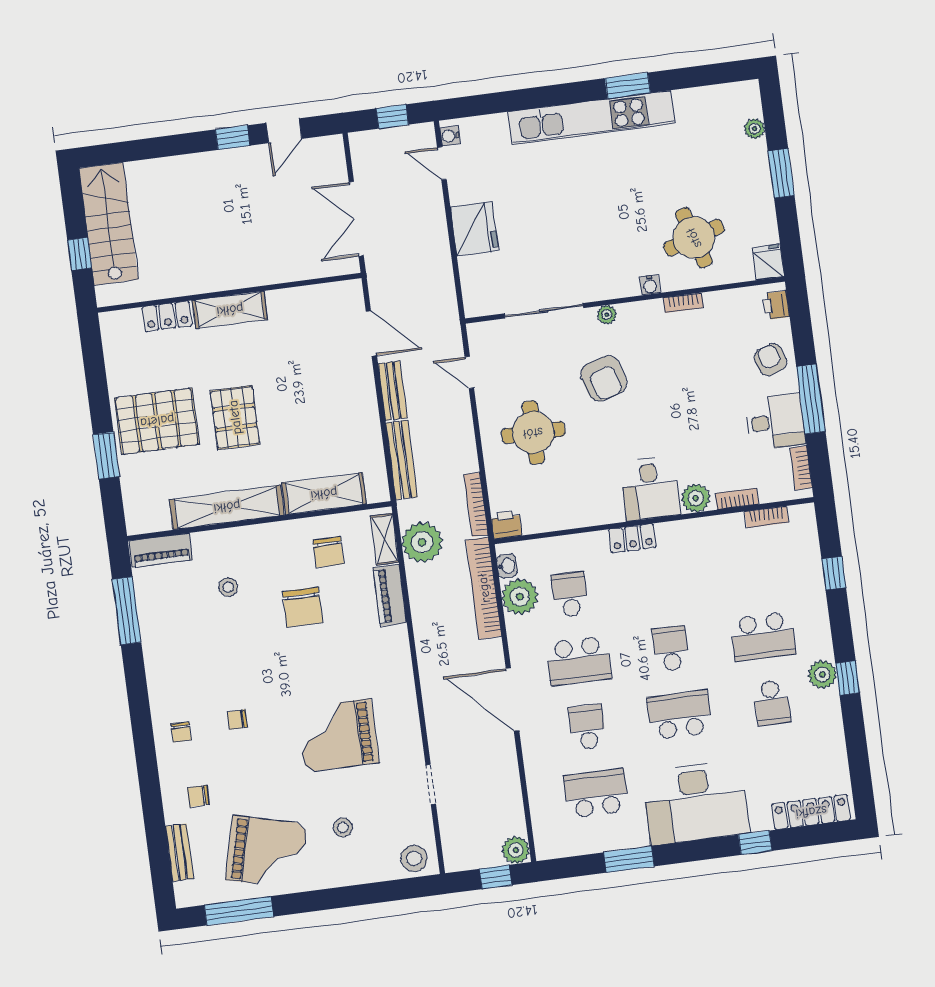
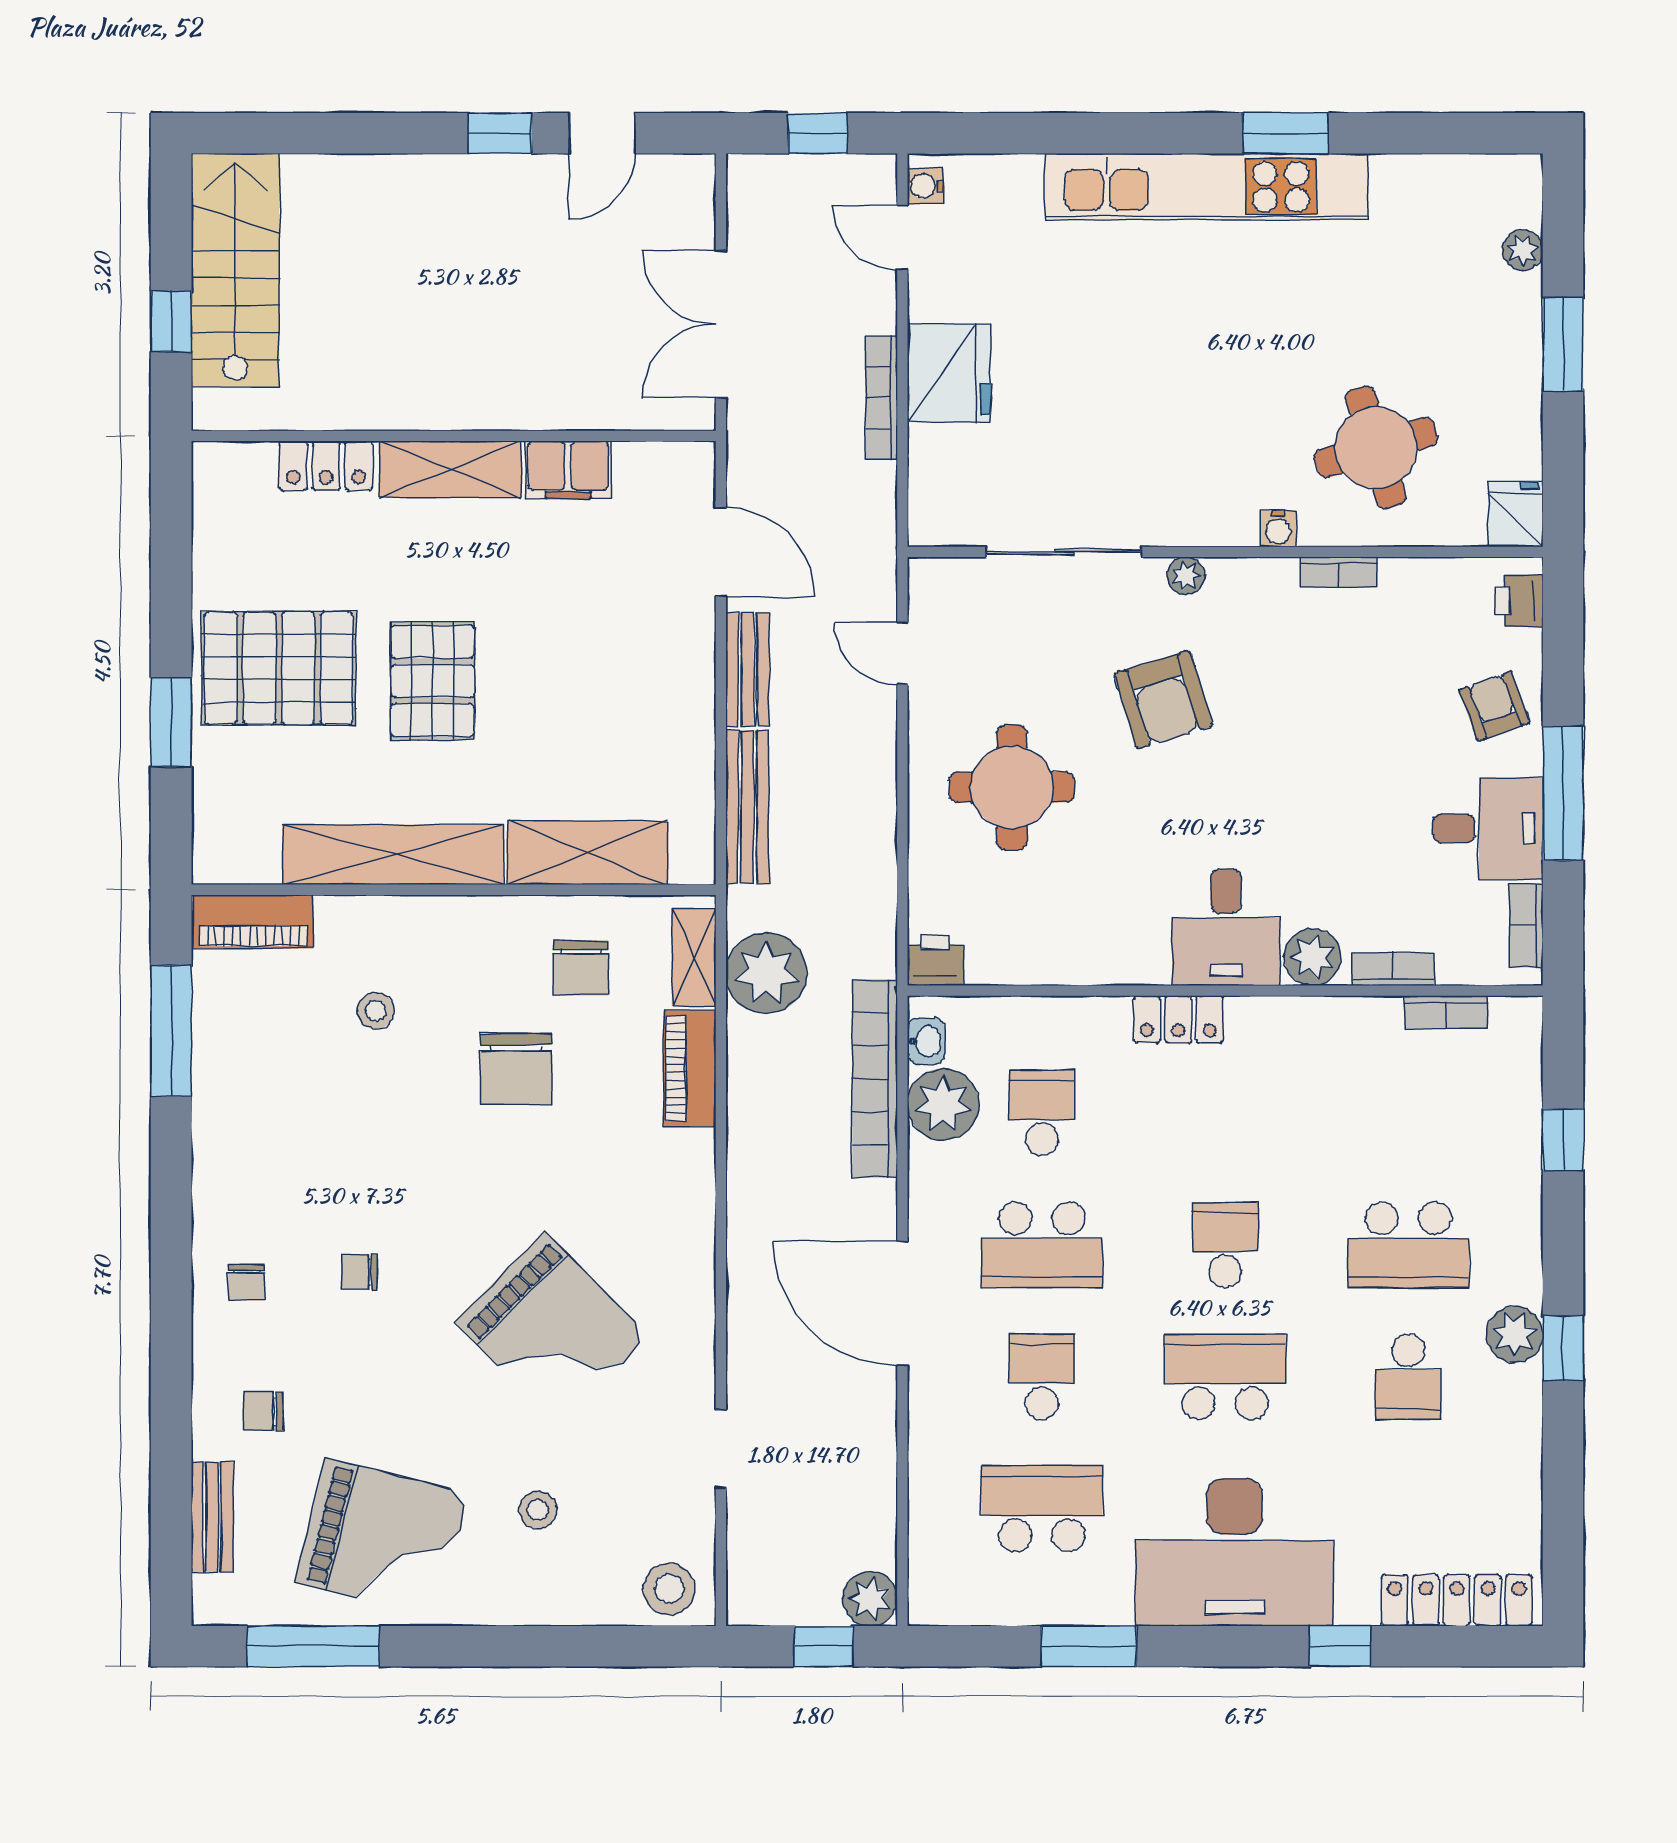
filing cabinet: (289, 302) -> (568, 470), added
bookcase: (476, 505) -> (881, 398), moved
grand piano: (338, 735) -> (552, 1329), turned -135

